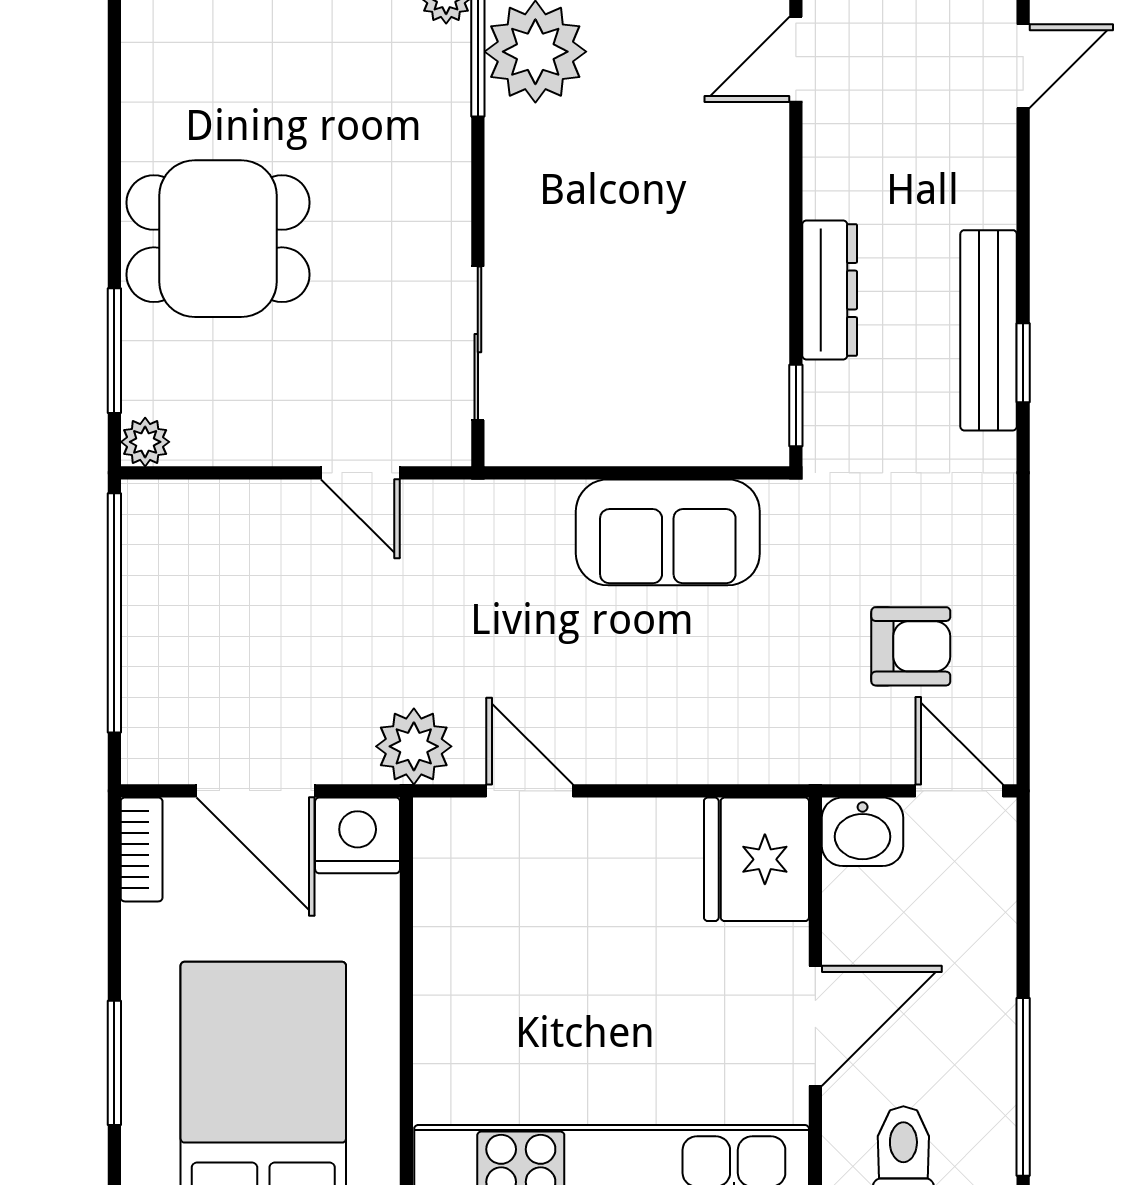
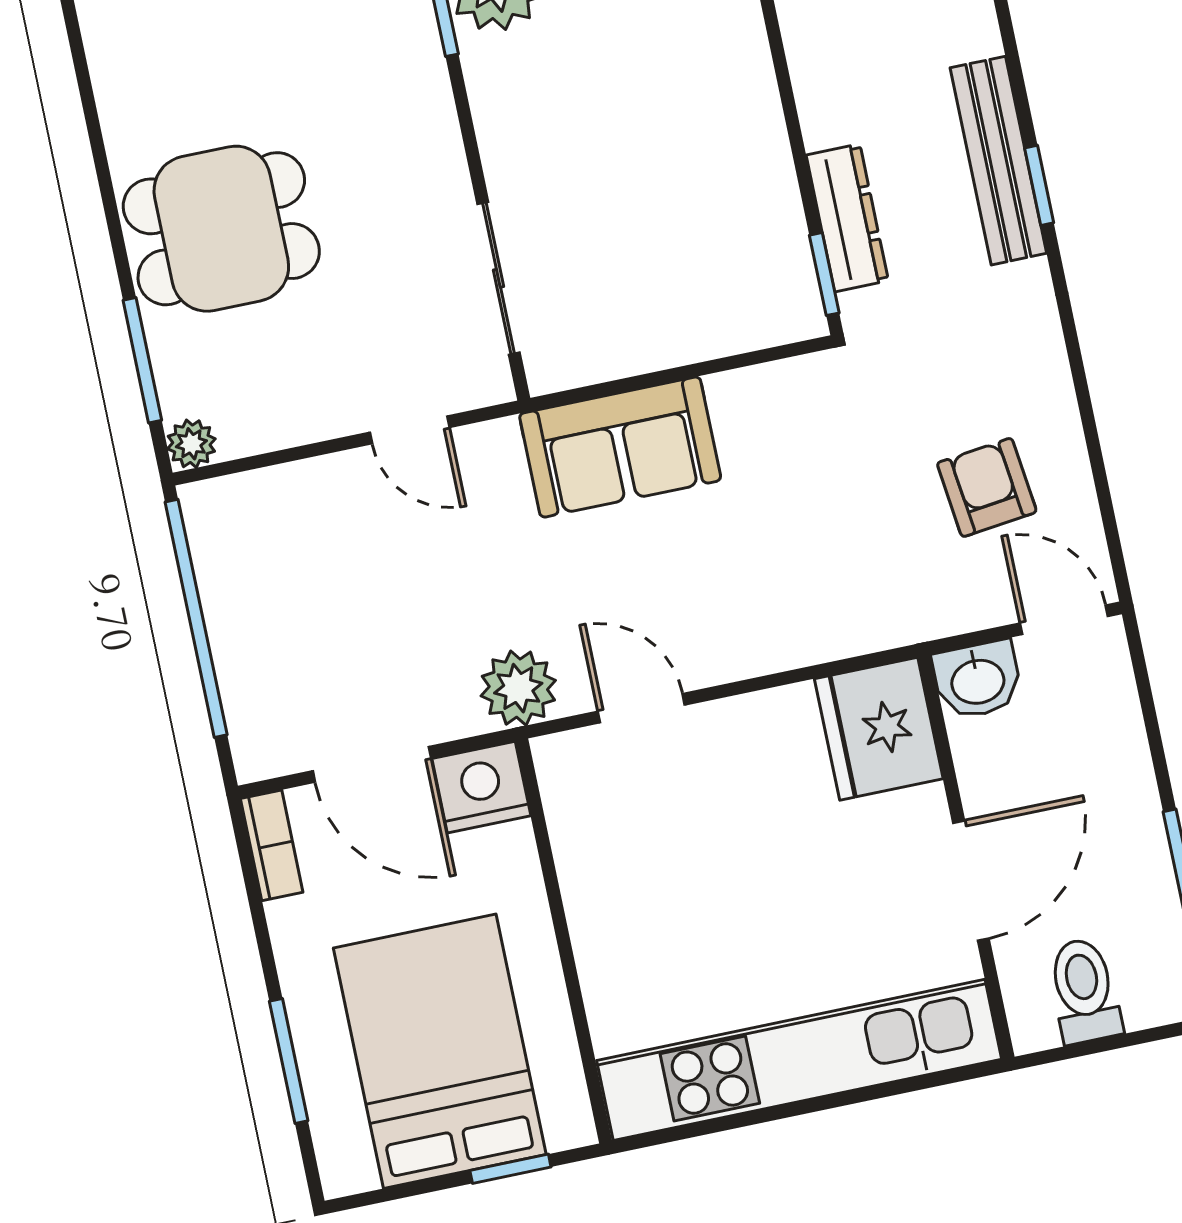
dresser: (830, 290) -> (847, 218), moved
sofa: (668, 532) -> (620, 447), moved
armchair: (911, 646) -> (987, 487), turned -97

